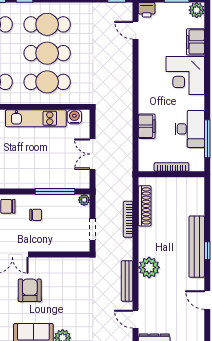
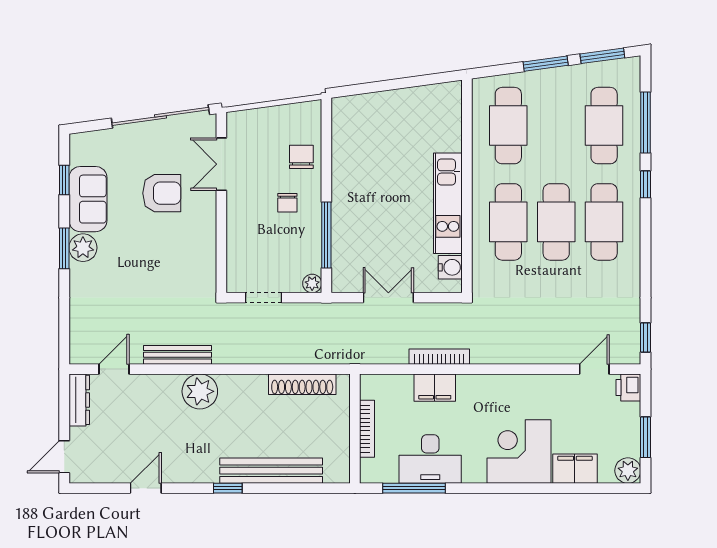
bookcase: (128, 219) -> (439, 357), moved
bench: (197, 247) -> (271, 471), moved

